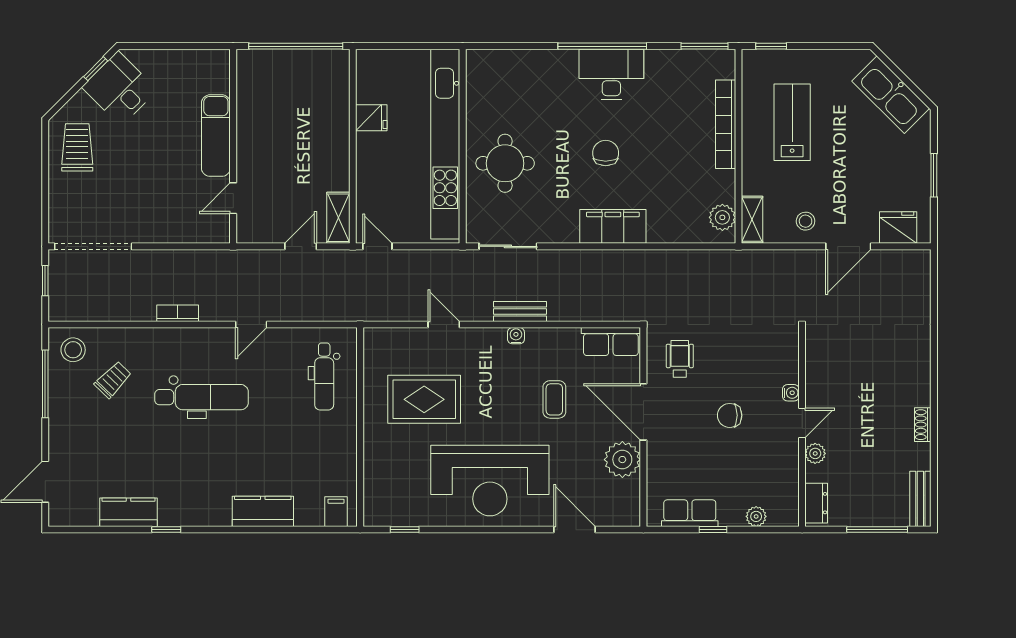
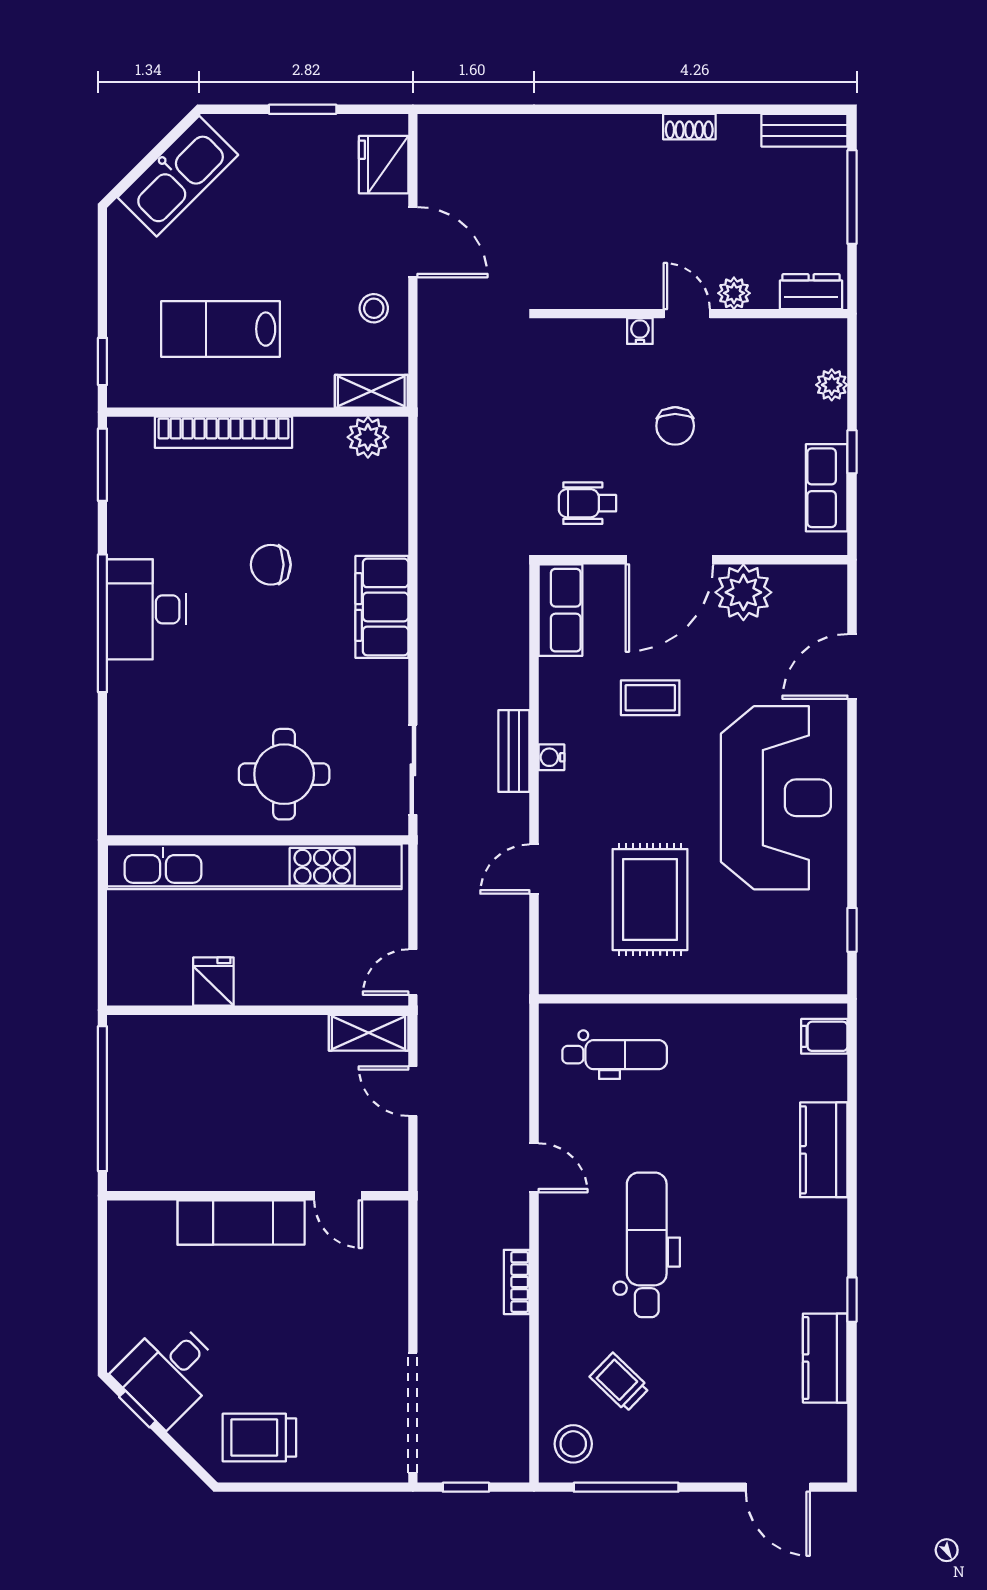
chair: (606, 153) -> (271, 565), moved

